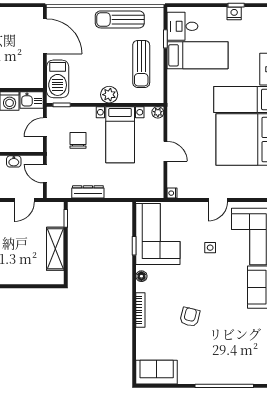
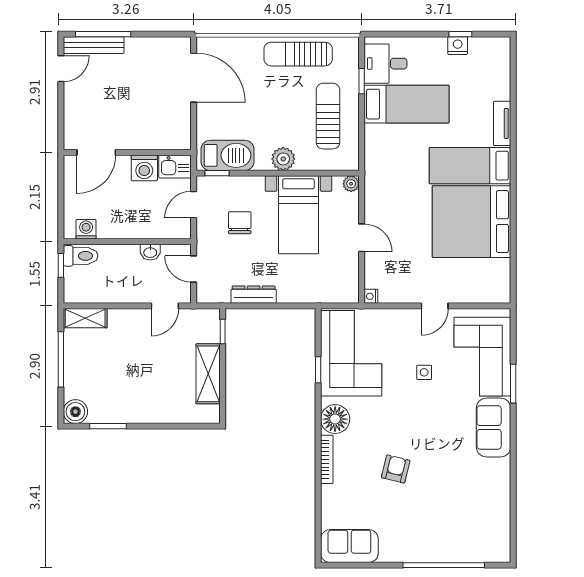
sun lounger: (141, 64) -> (328, 116), turned 180
barbecue: (58, 79) -> (228, 155), moved, turned -90
floor lamp: (141, 276) -> (335, 419), width x1.89, depth x1.89

